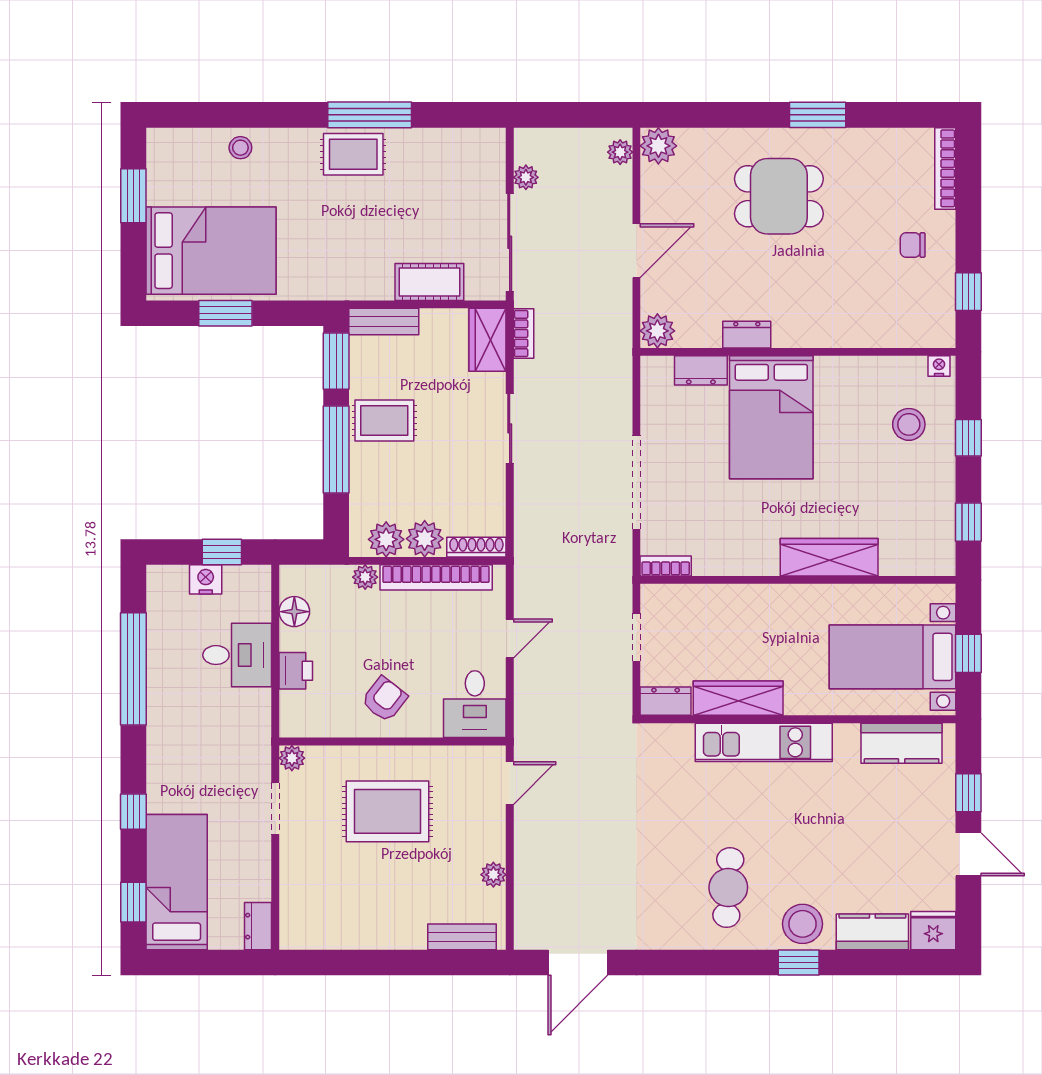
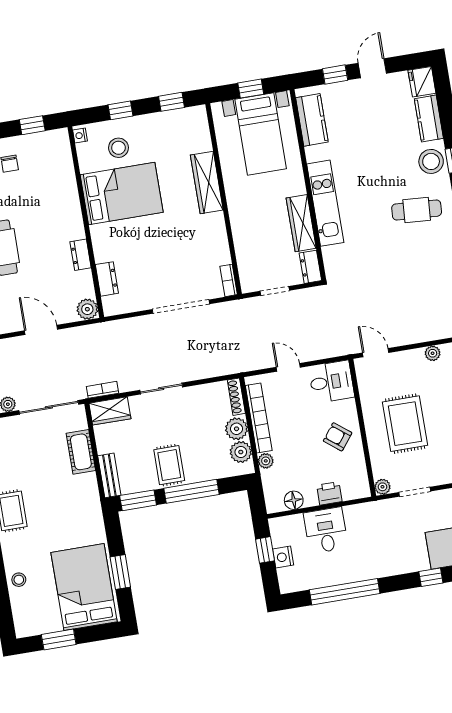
bed: (771, 417) -> (122, 194), moved

